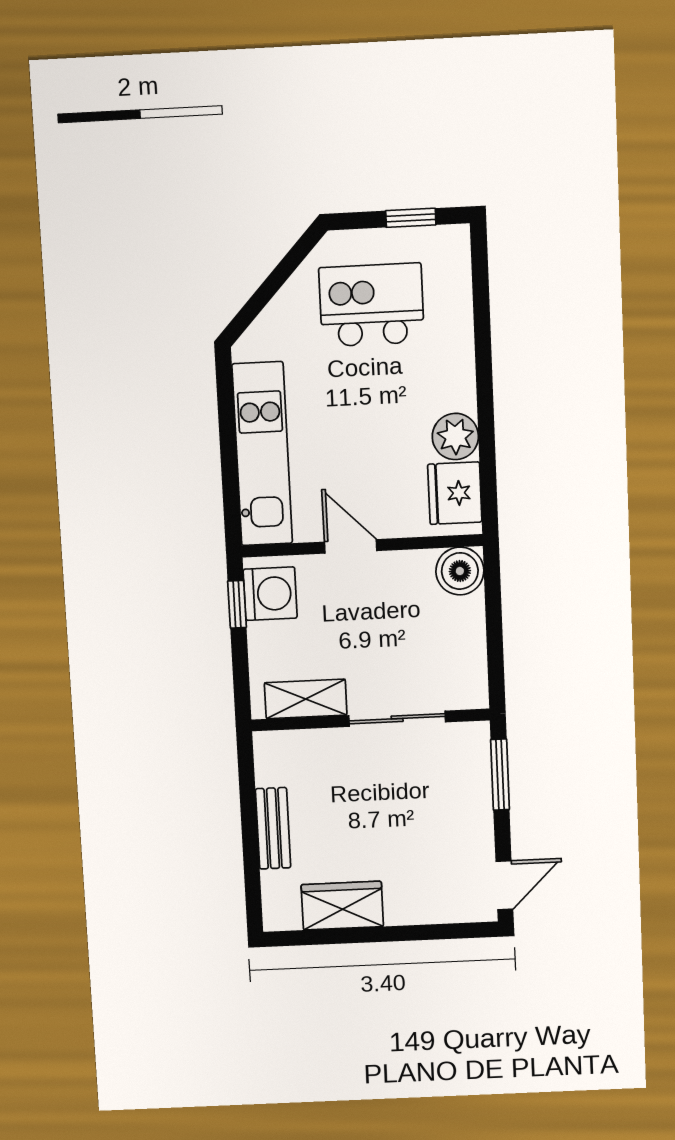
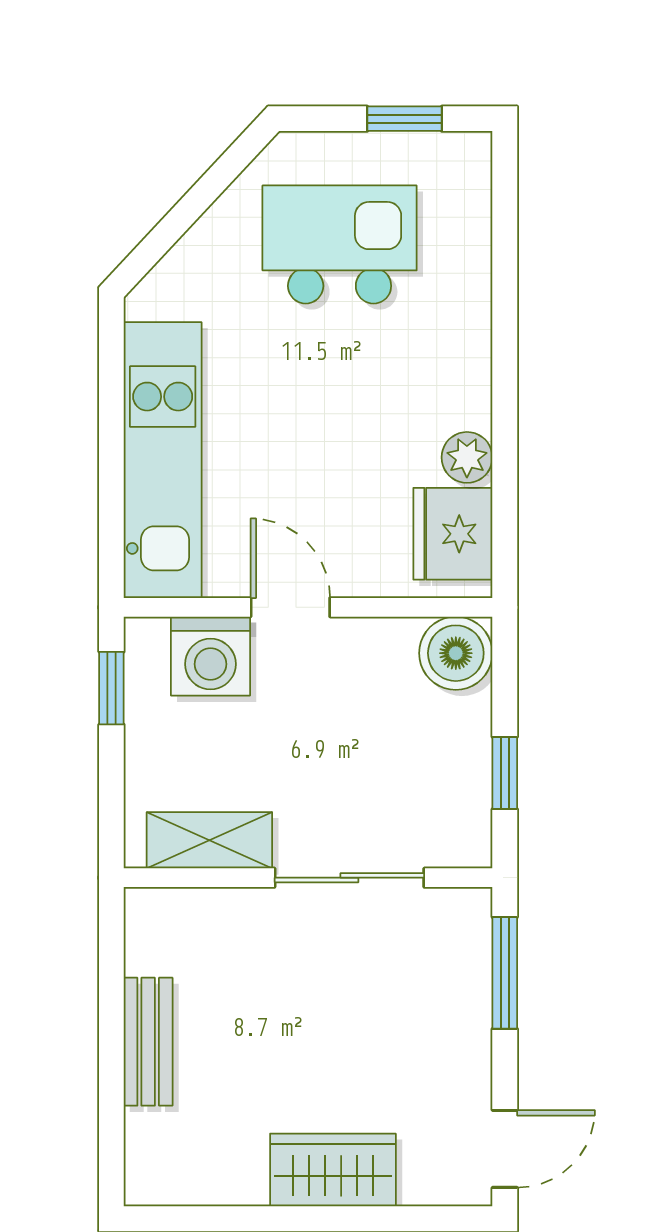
plant: (455, 436) -> (467, 457), width x0.73, depth x0.73
washing machine: (270, 594) -> (210, 656), moved, turned 90
window: (495, 647) -> (505, 773), added
wardrobe: (342, 906) -> (333, 1170), moved

